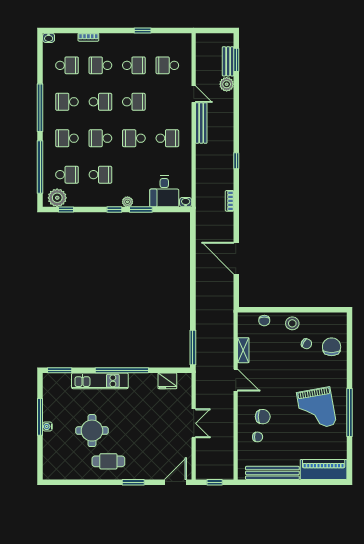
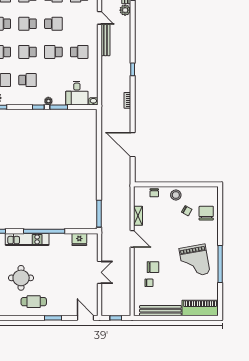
school desk: (100, 102) -> (28, 24), turned 180
door: (175, 482) -> (86, 318), hinge flipped

